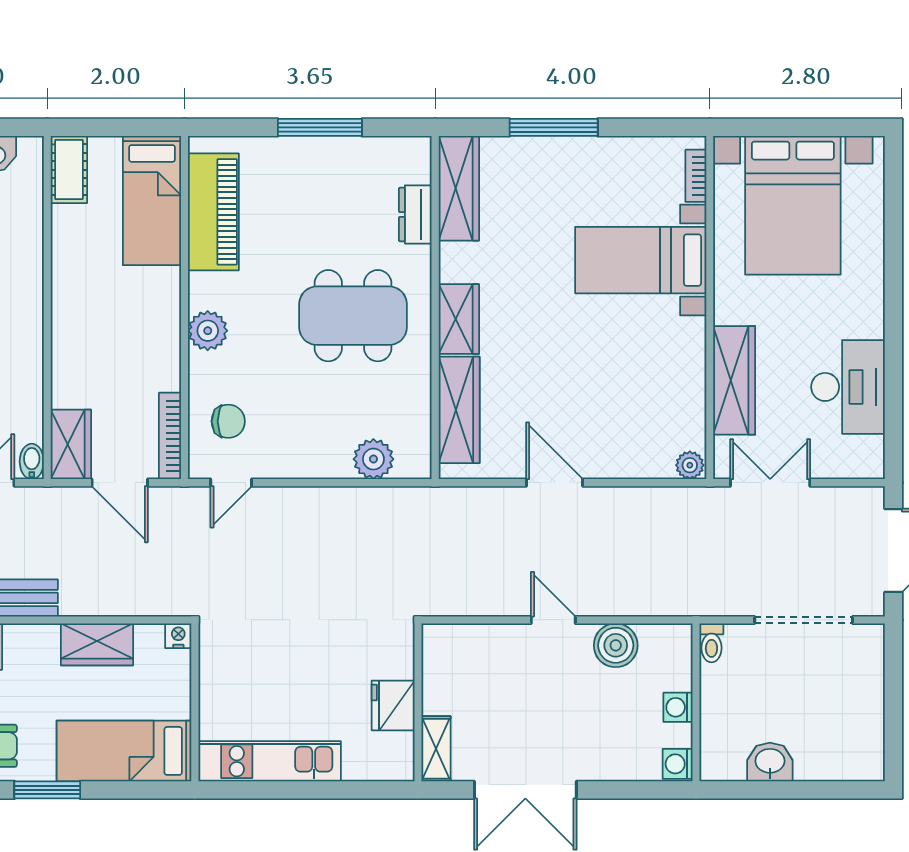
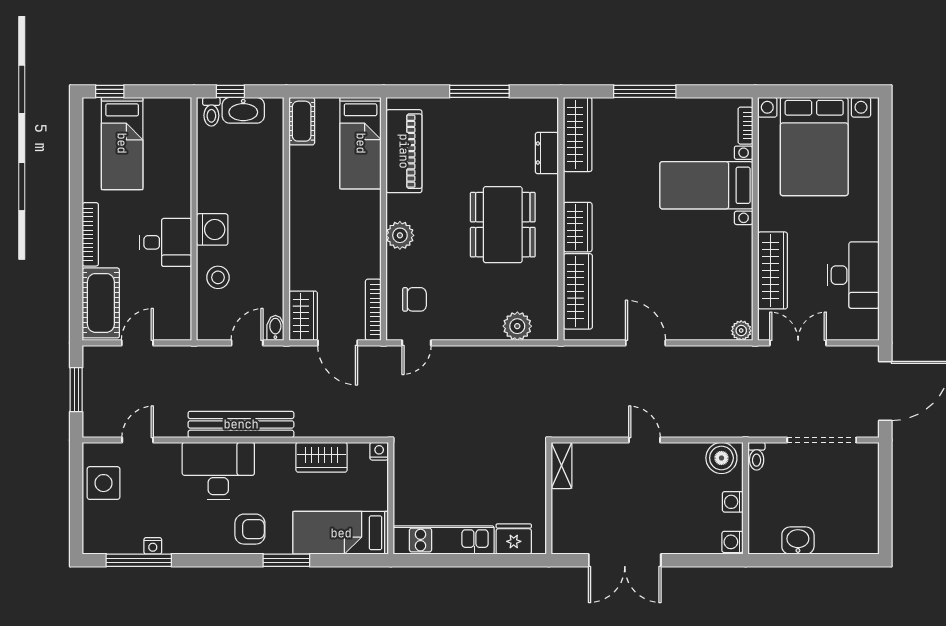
dining table: (353, 316) -> (503, 225), turned 90
boiler: (616, 645) -> (721, 458), moved
fridge: (393, 705) -> (514, 539), moved, turned 90
shelving: (436, 749) -> (562, 466), moved

